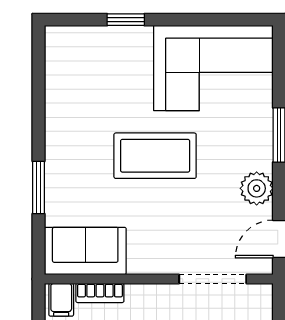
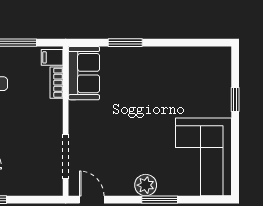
coffee table: (155, 156) -> (146, 119), removed
plant: (257, 188) -> (146, 185), moved

